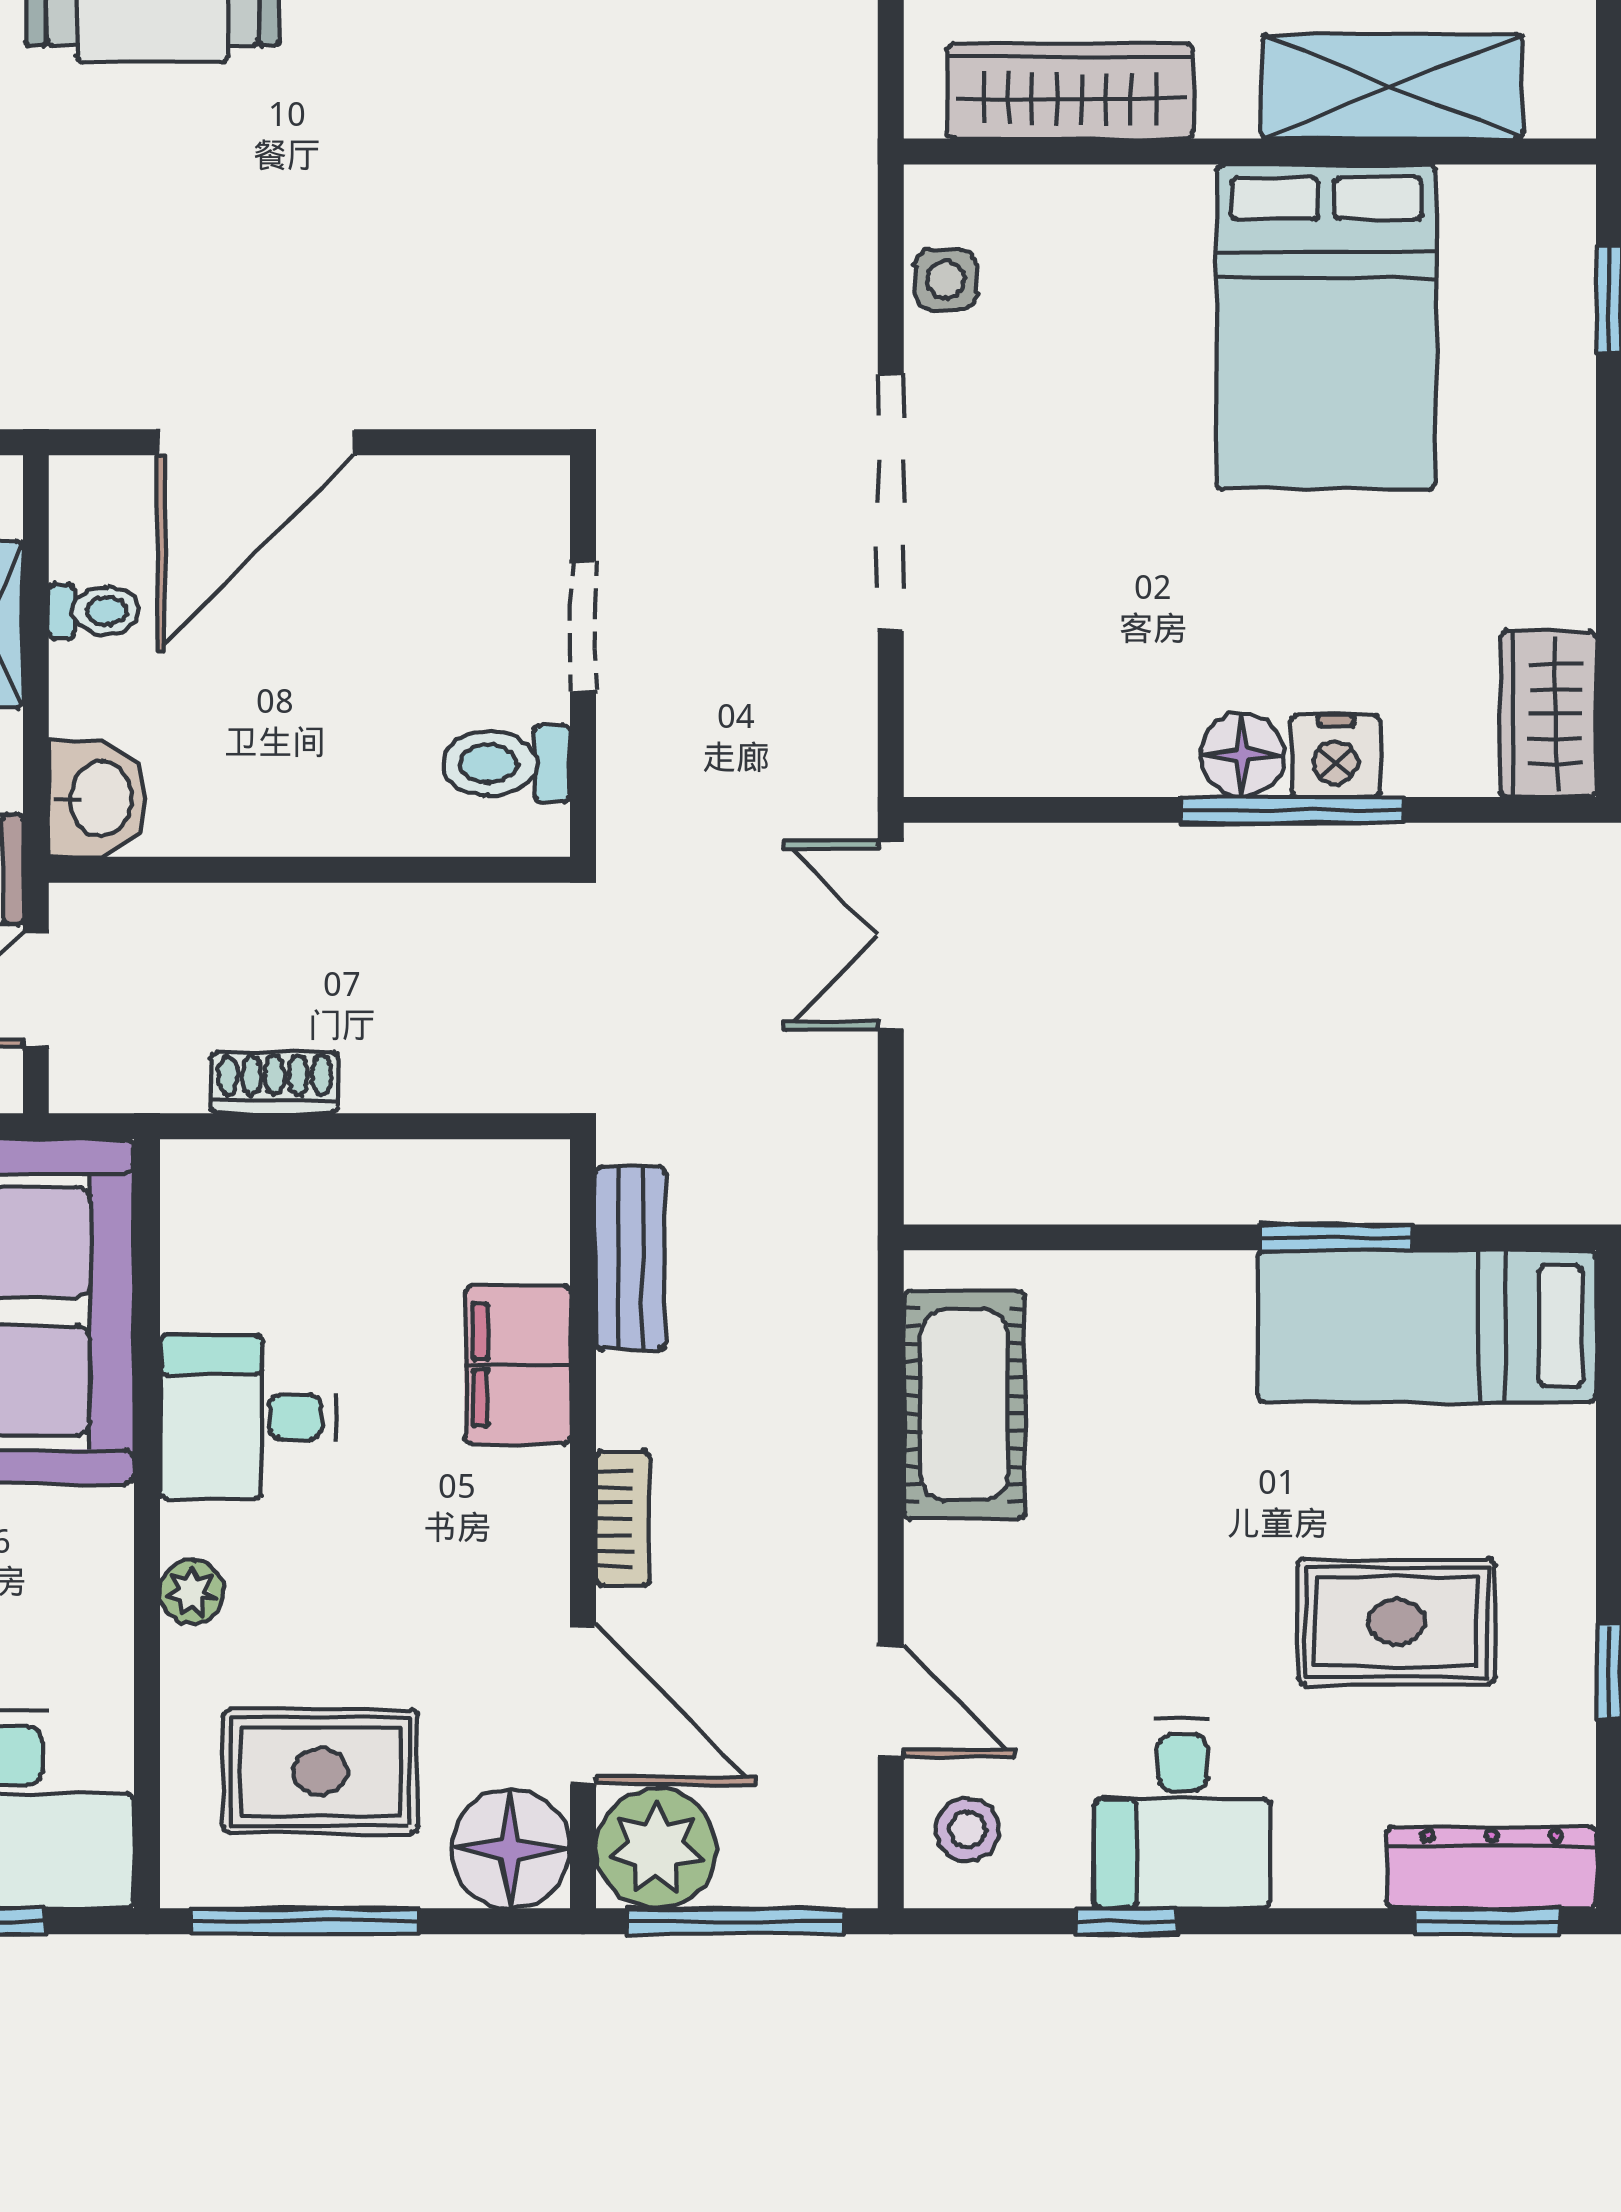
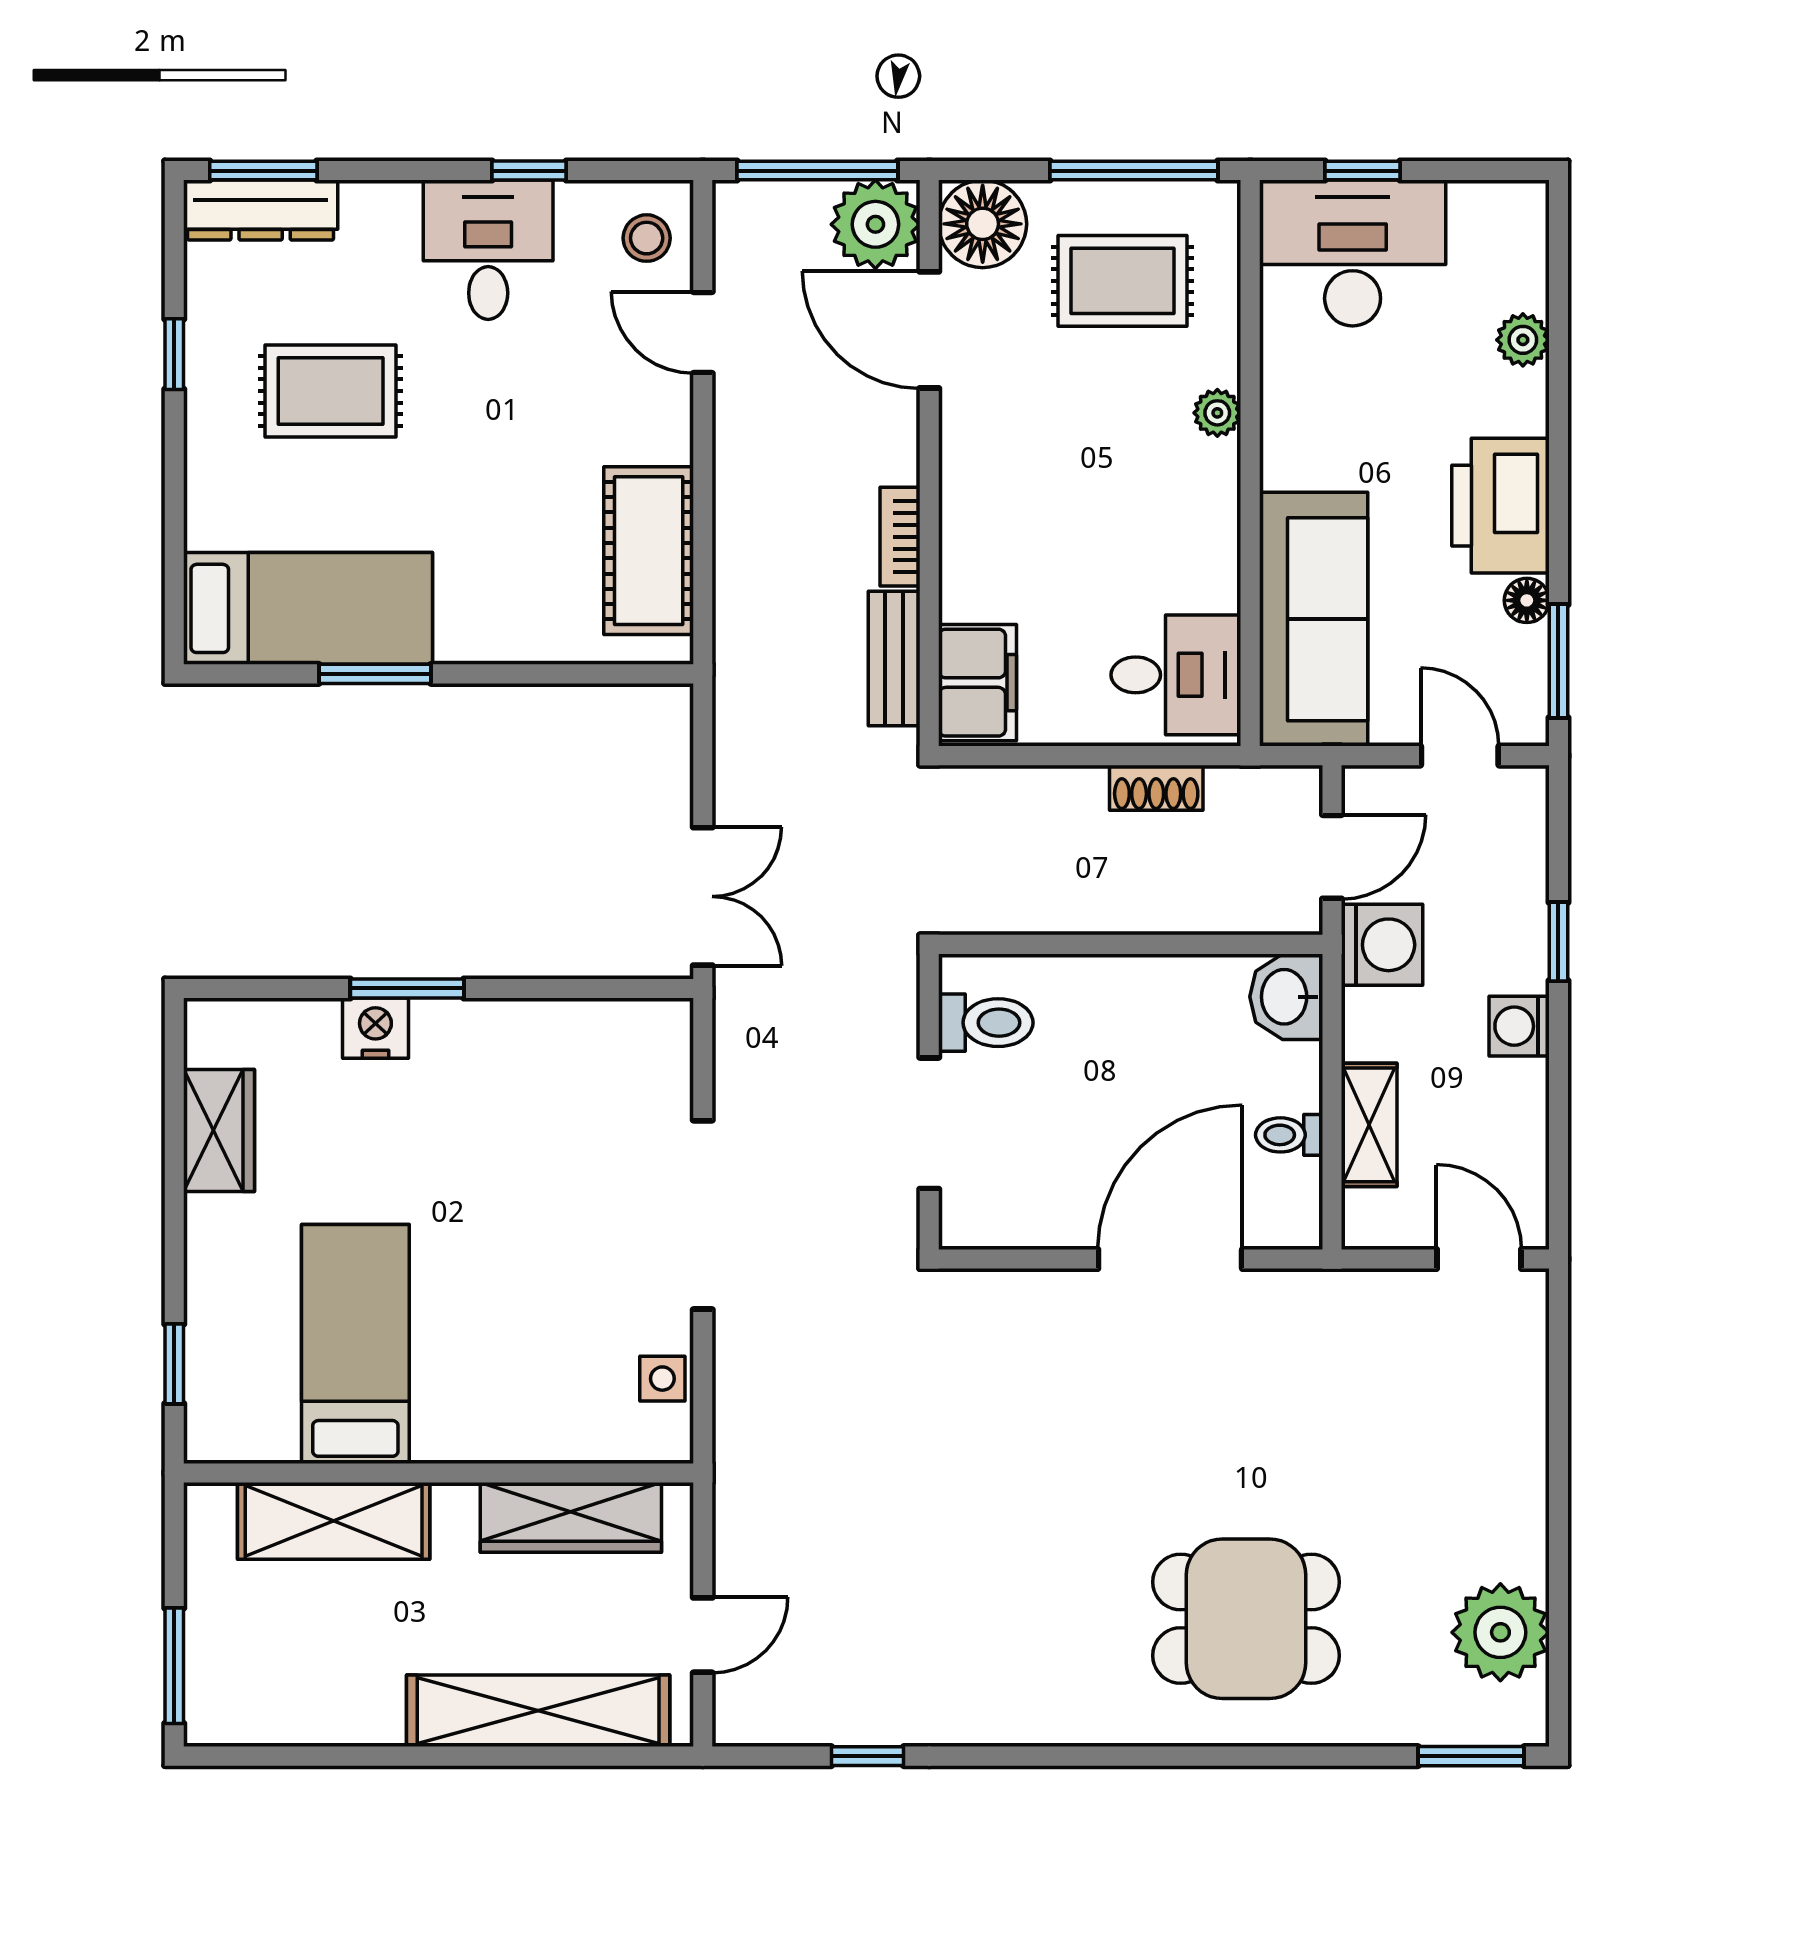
bed: (1326, 327) -> (355, 1344), width x0.67
doorway: (583, 627) -> (929, 1123), width x1.38
wardrobe: (1548, 714) -> (219, 1130), moved
floor lamp: (1242, 755) -> (444, 1029), removed
window: (1293, 810) -> (407, 988), width x0.69
filing cabinet: (517, 1365) -> (978, 683), moved
desk: (248, 1417) -> (1176, 675), moved
bookcase: (623, 1519) -> (900, 537), moved

